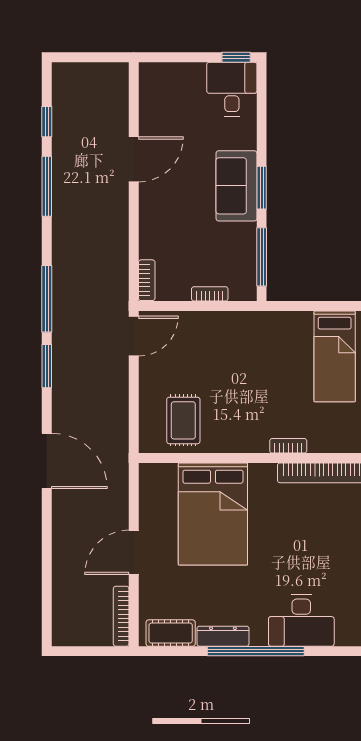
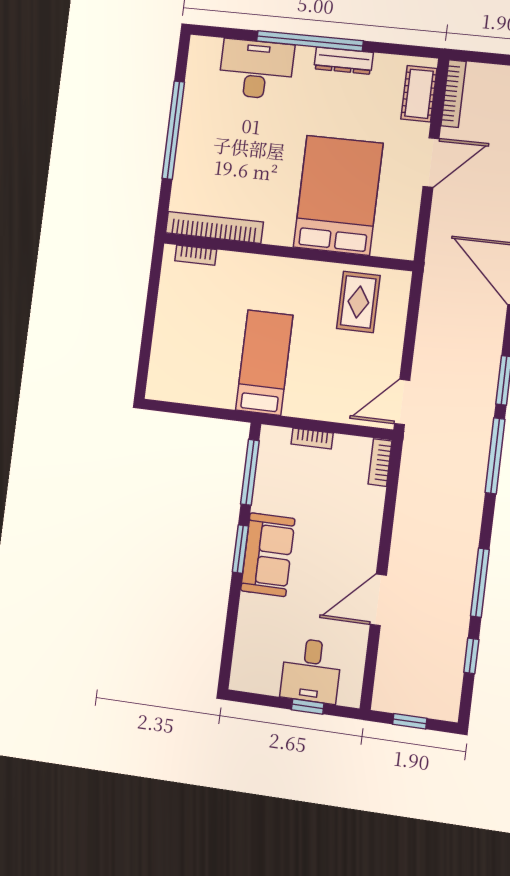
window: (93, 57) -> (410, 721), added
window: (236, 57) -> (308, 706), moved
desk: (232, 89) -> (311, 671), moved
bed: (335, 356) -> (264, 363), moved
bookcase: (288, 446) -> (196, 255), moved
cot: (171, 633) -> (419, 94), moved, turned 90

